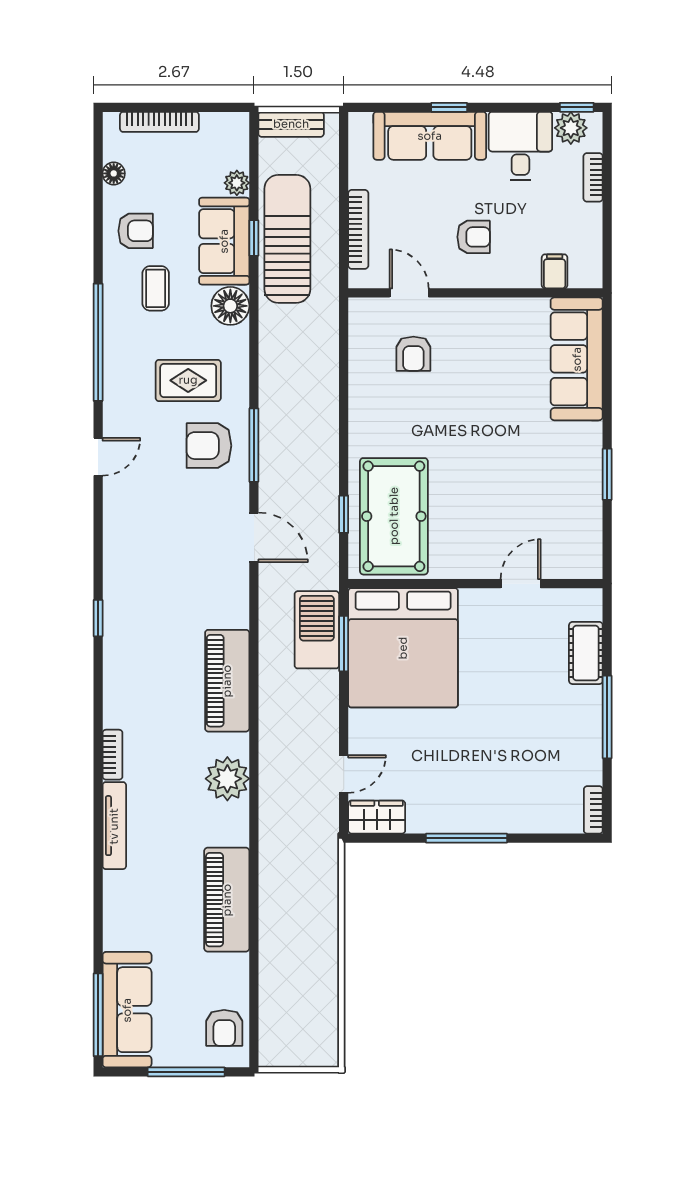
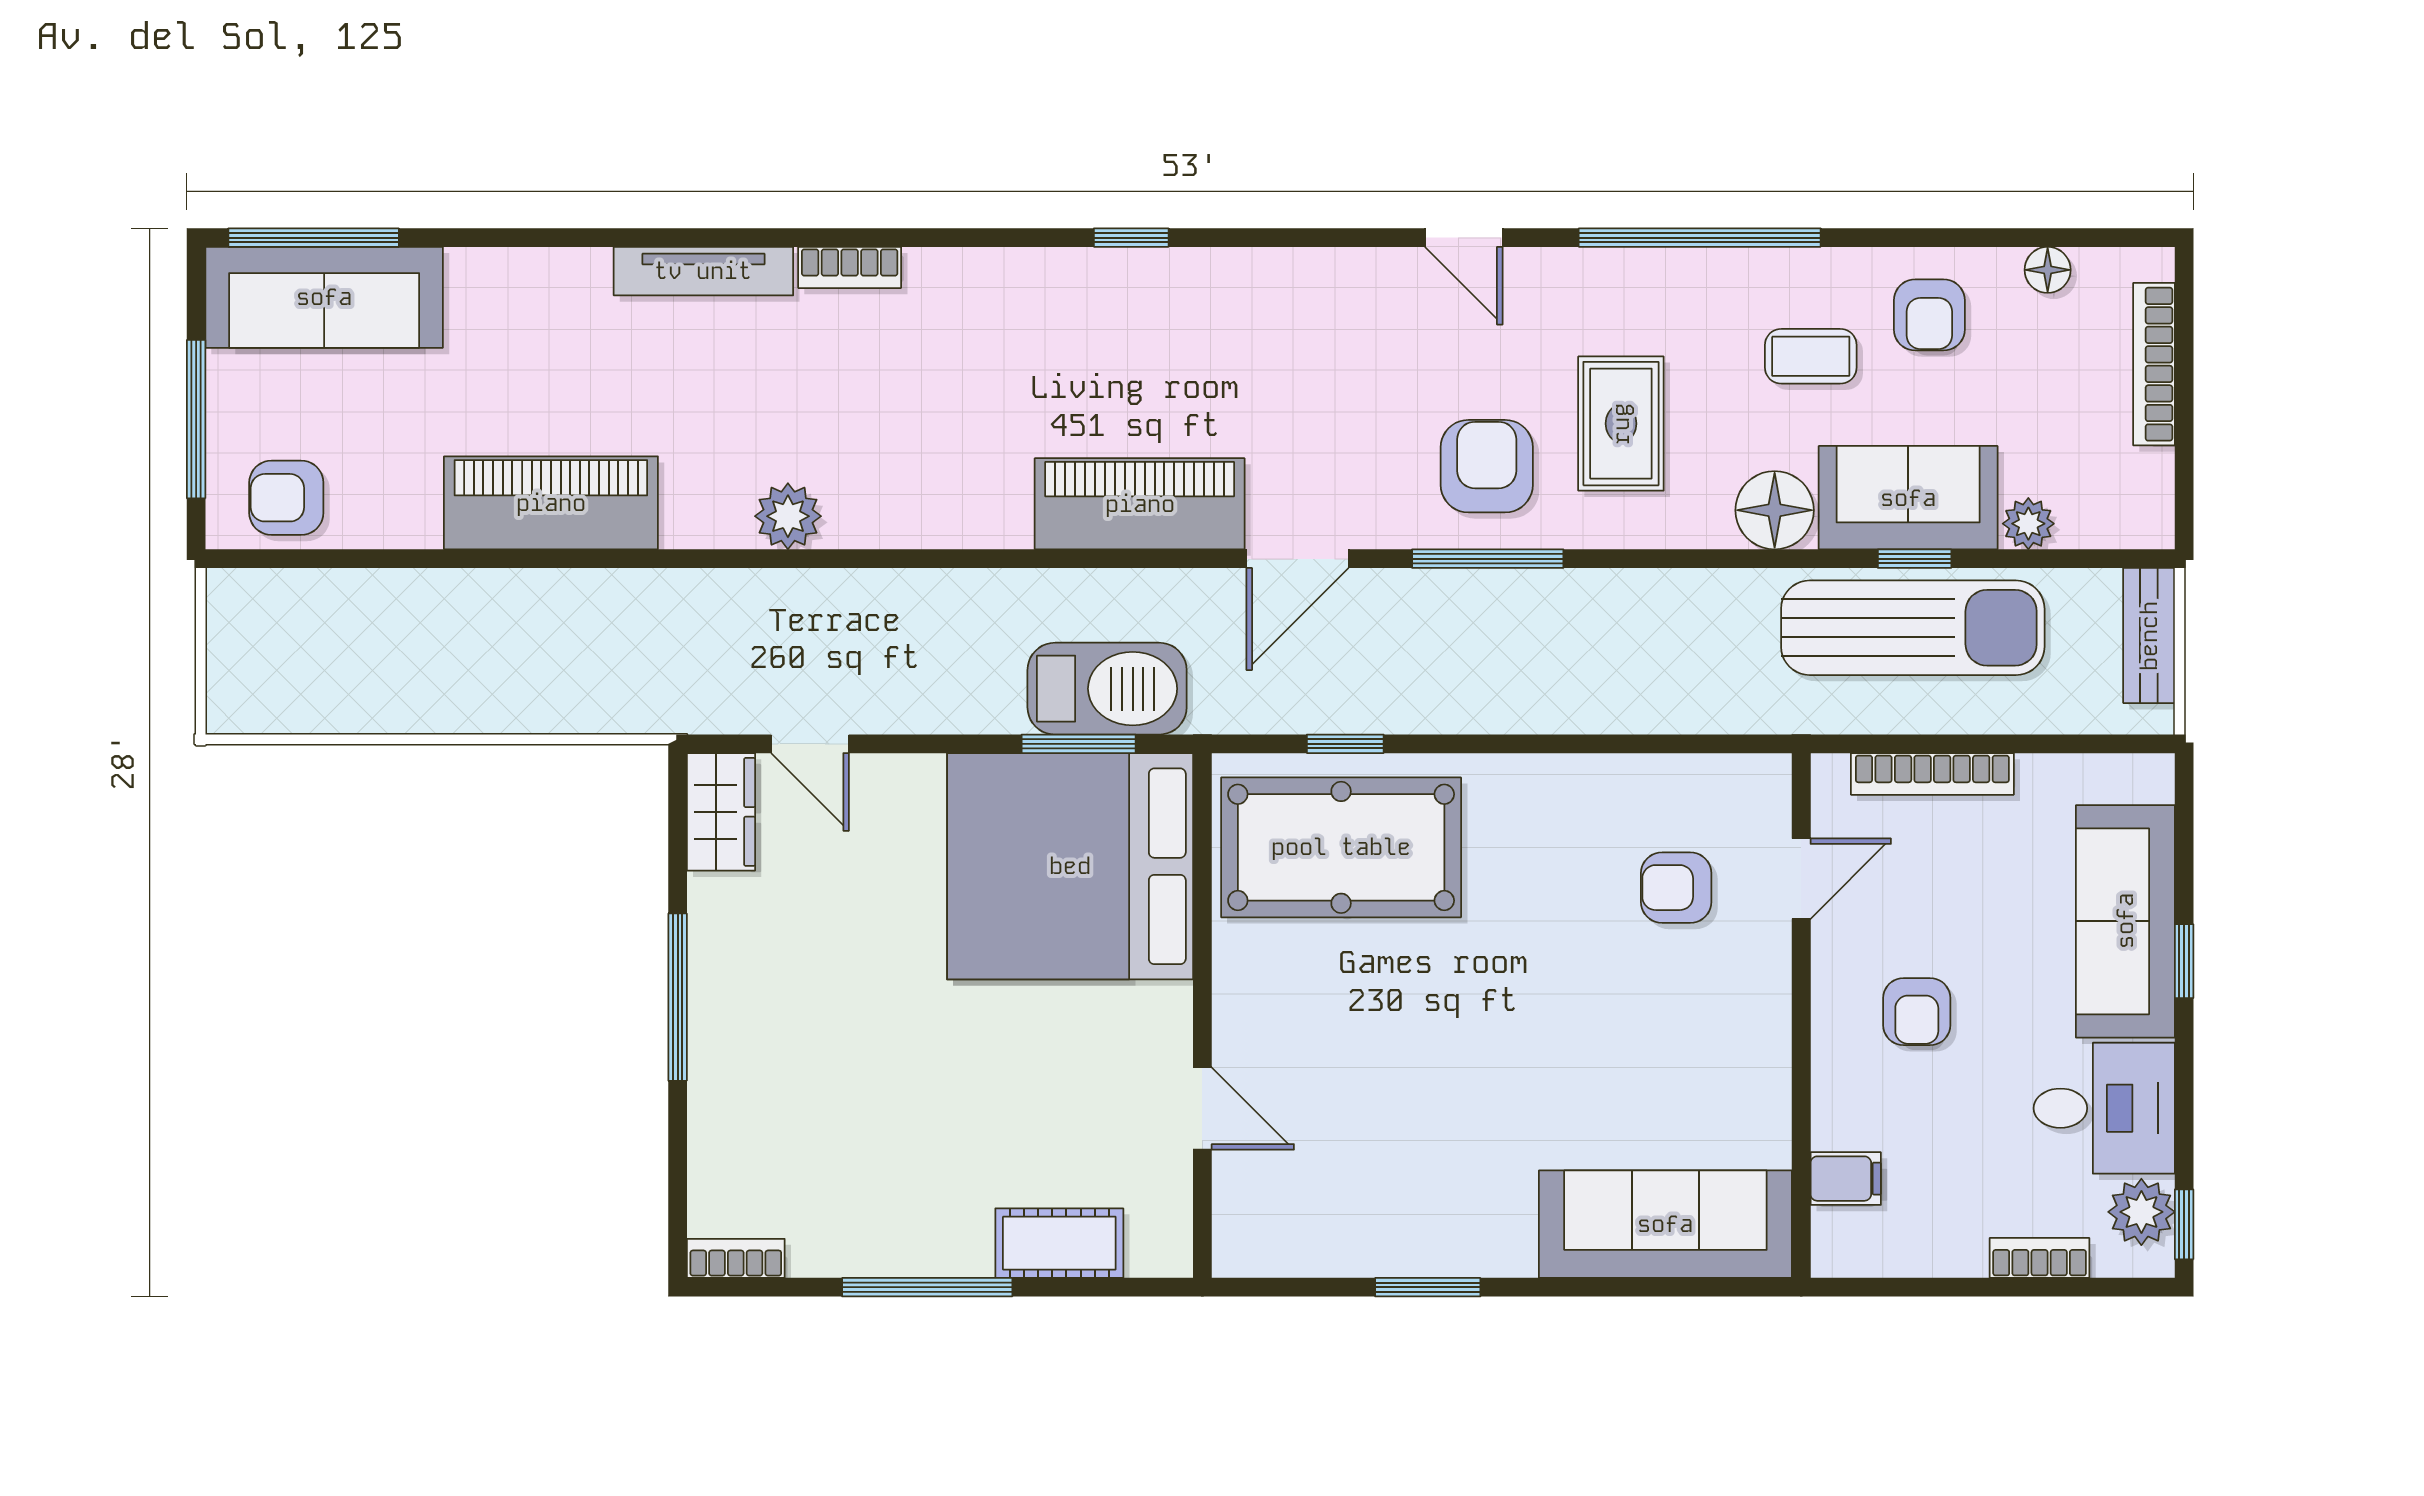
piano: (227, 681) -> (1140, 504), moved
plant: (227, 779) -> (788, 516), width x0.73, depth x0.73

